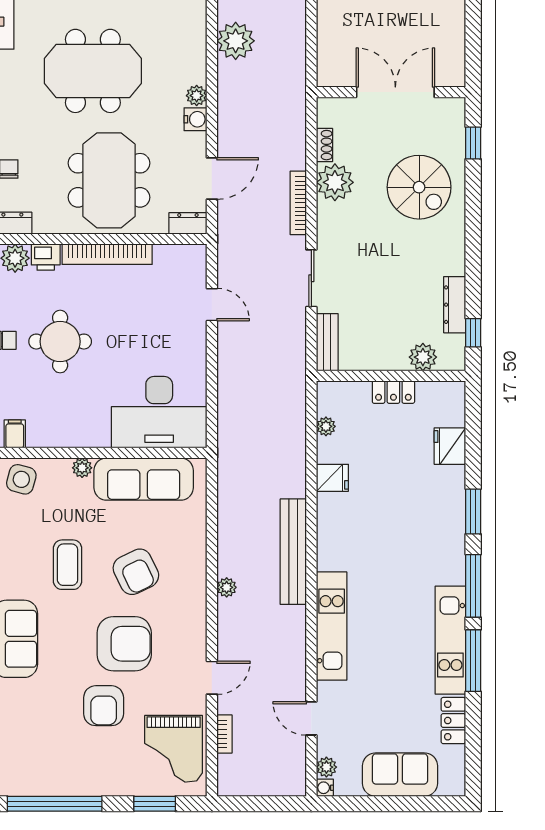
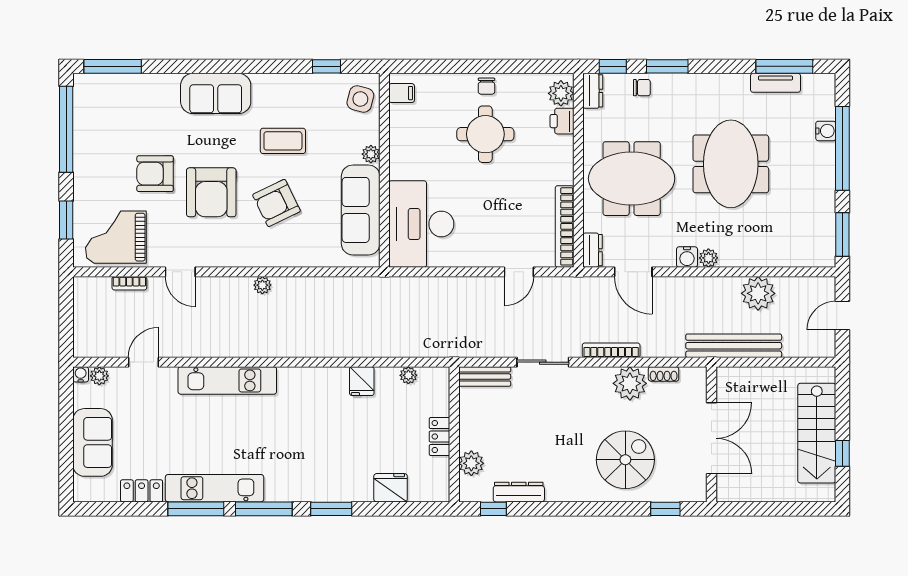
spiral stairs: (419, 187) -> (625, 460), turned 180
bookcase: (107, 254) -> (565, 226), moved
bench: (293, 552) -> (734, 346), moved

